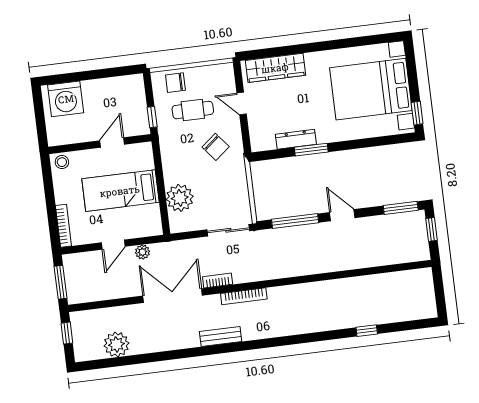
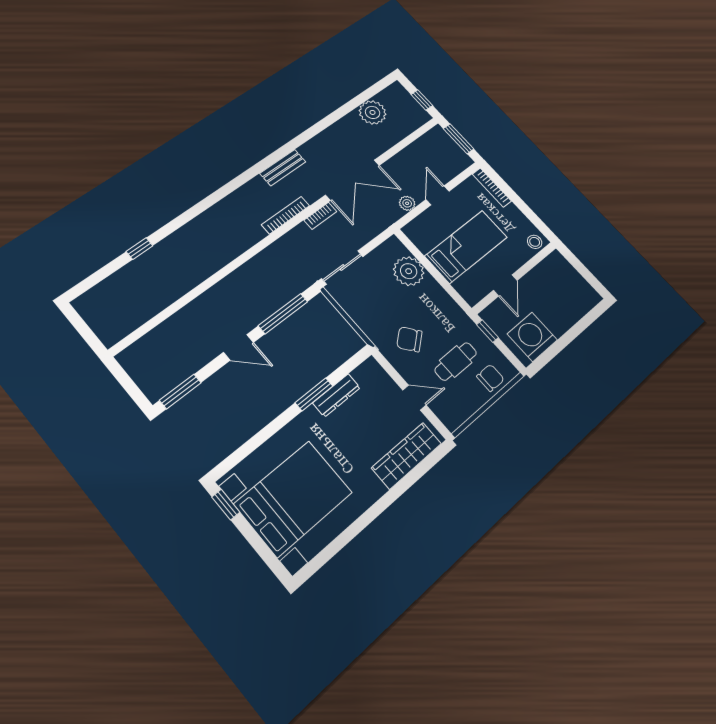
washing machine: (66, 99) -> (532, 337), moved
window: (432, 229) -> (132, 389), removed

